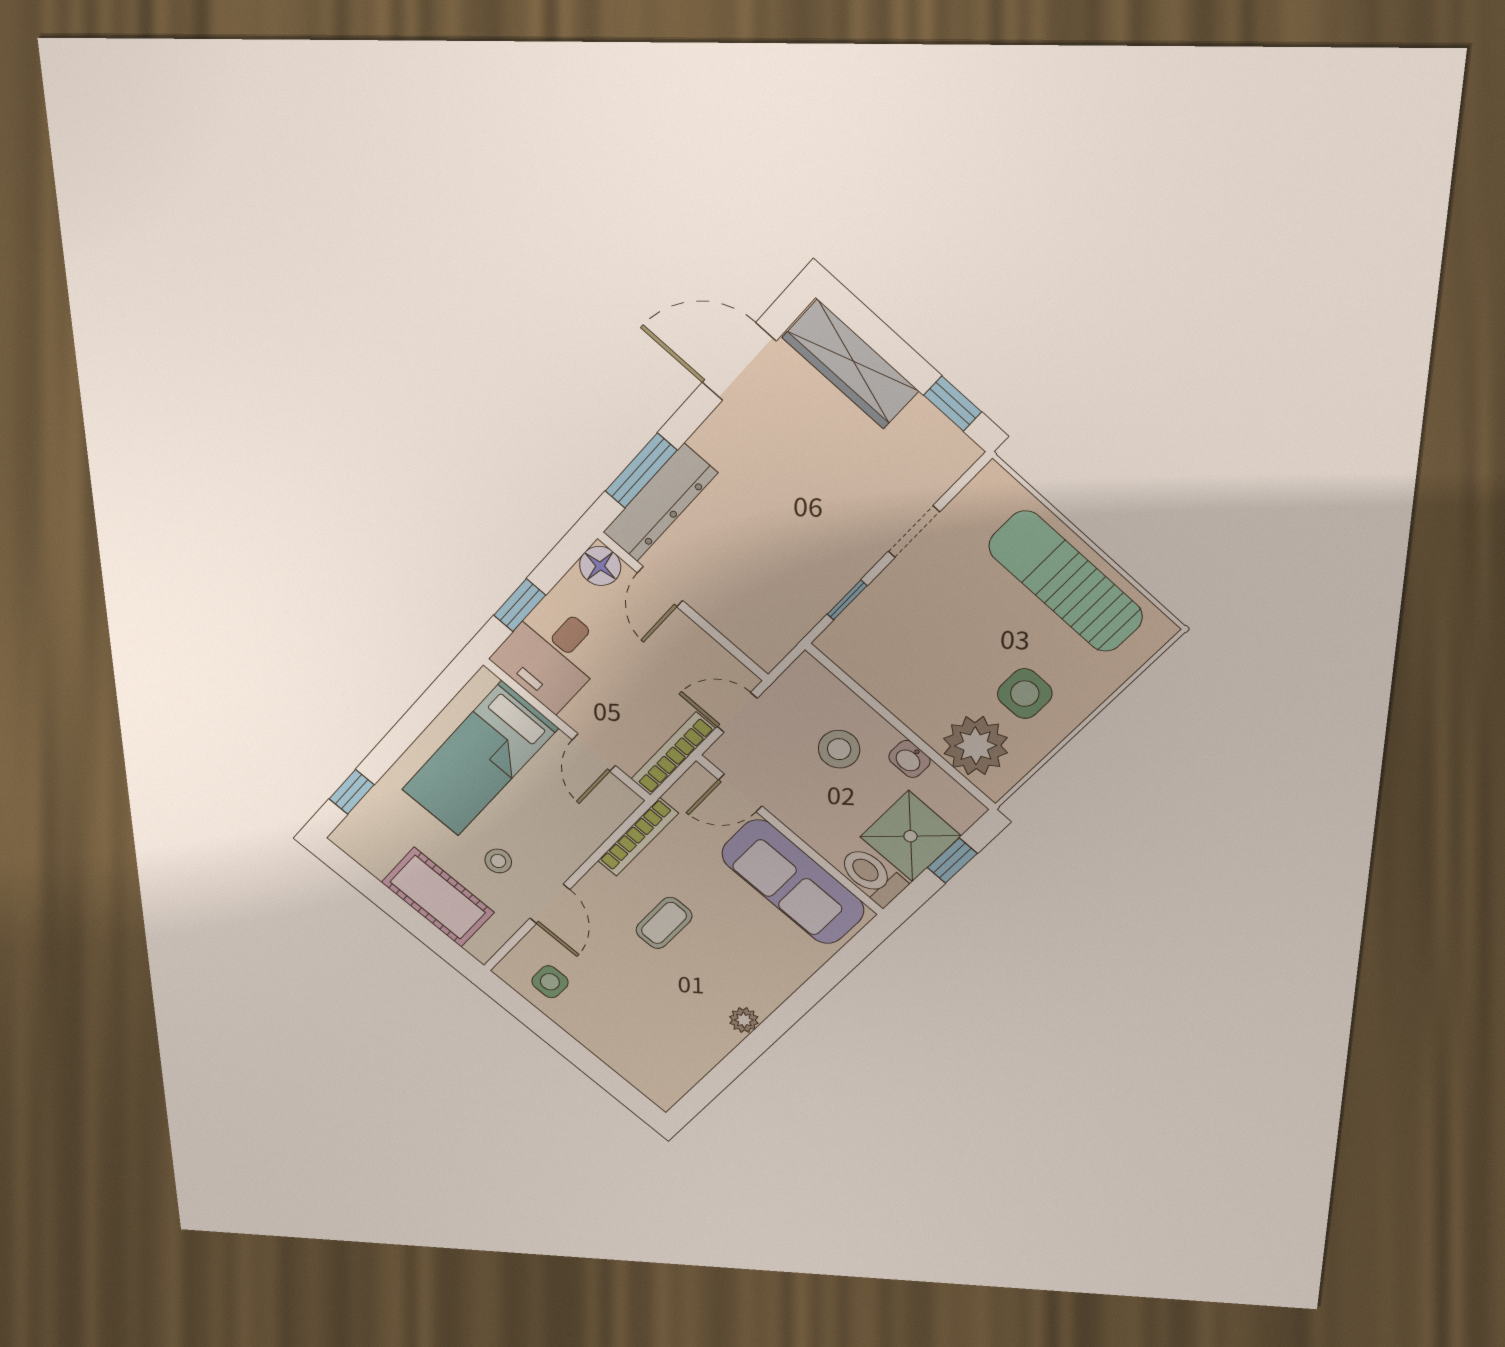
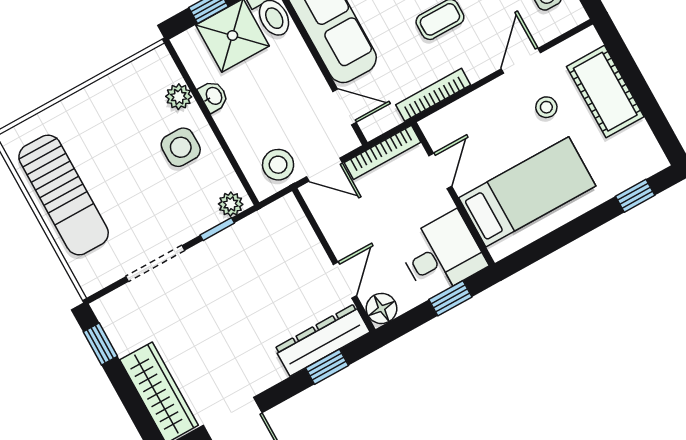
window: (641, 471) -> (327, 367), width x0.67
doorway: (914, 532) -> (155, 263), width x1.38
plant: (841, 636) -> (231, 204), added
side table: (1025, 694) -> (181, 147), moved
plant: (976, 746) -> (179, 97), width x0.53, depth x0.53
stool: (839, 749) -> (278, 165), moved

